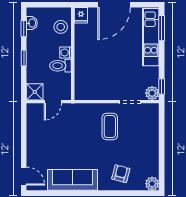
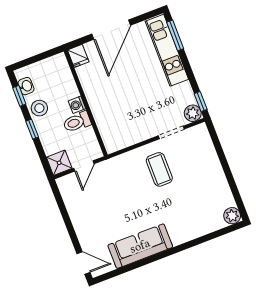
stool: (61, 27) -> (39, 108), moved
armchair: (121, 174) -> (192, 218), removed

